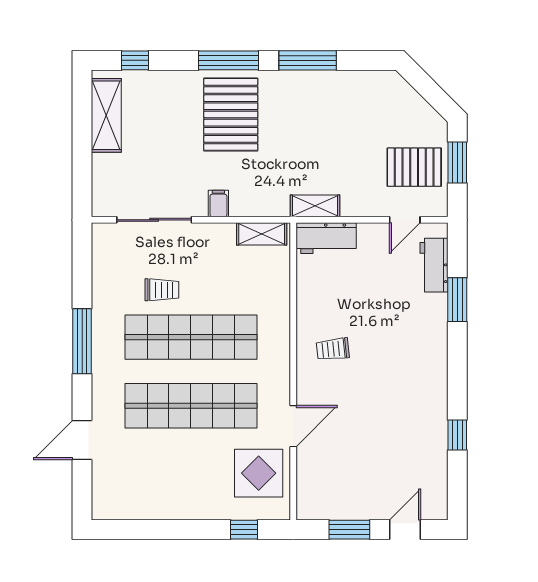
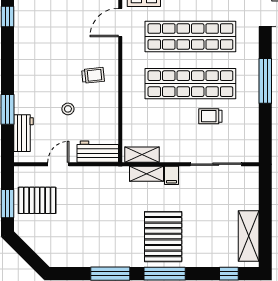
shelving: (315, 206) -> (146, 174), moved
door: (405, 220) -> (58, 164), moved
stool: (369, 300) -> (68, 109), added

